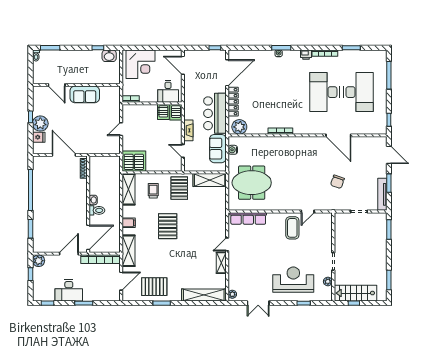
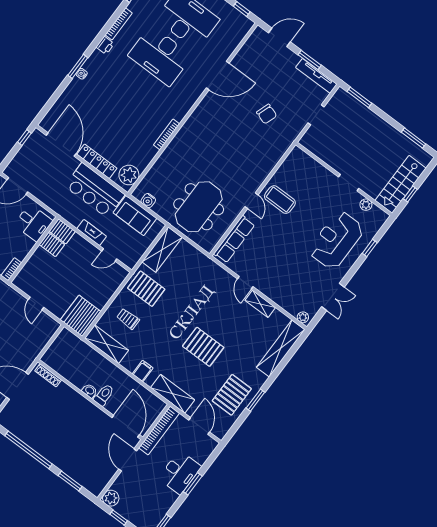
door: (308, 211) -> (252, 201), moved
pallet: (168, 226) -> (203, 347), moved
desk: (69, 290) -> (180, 472), moved

